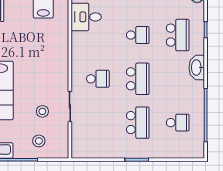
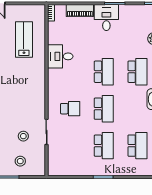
school desk: (138, 35) -> (104, 72), width x1.85
school desk: (178, 123) -> (137, 146), width x1.85

